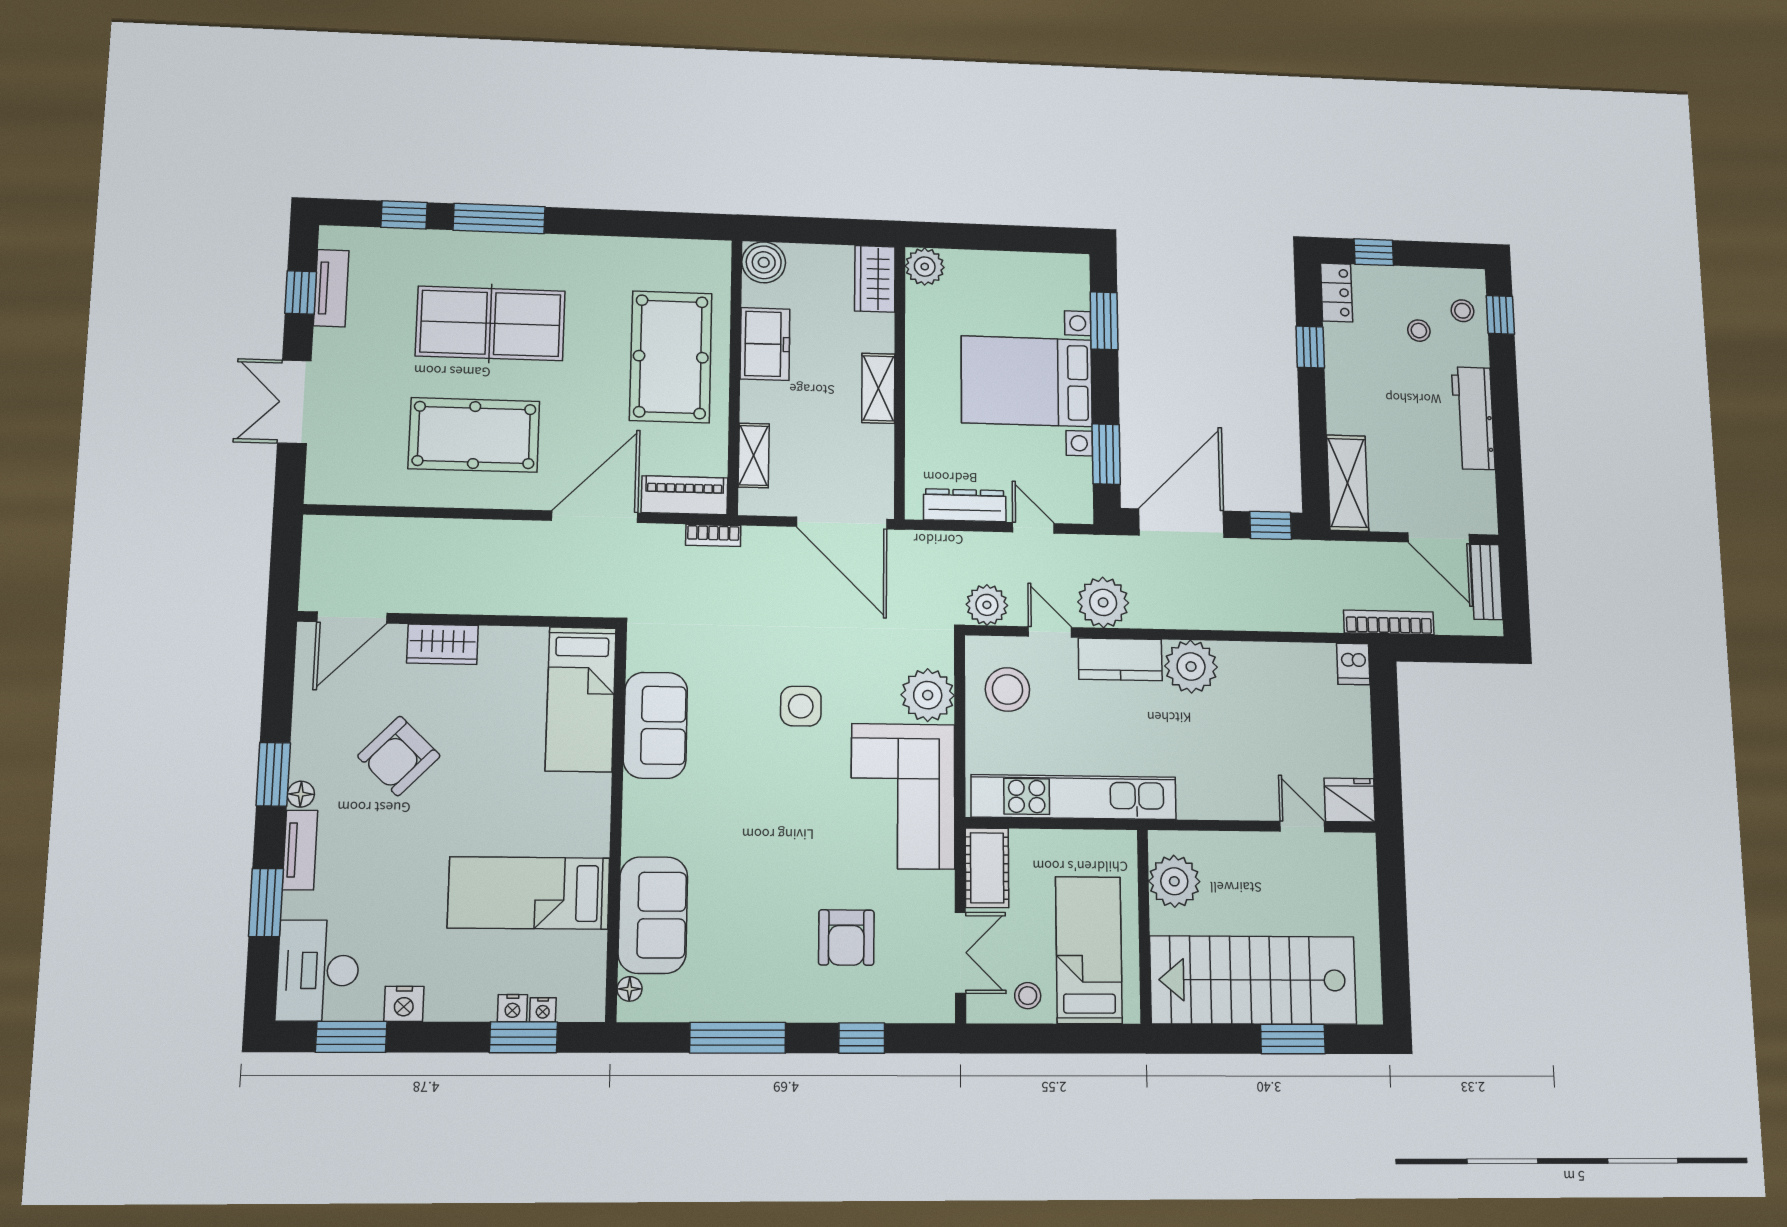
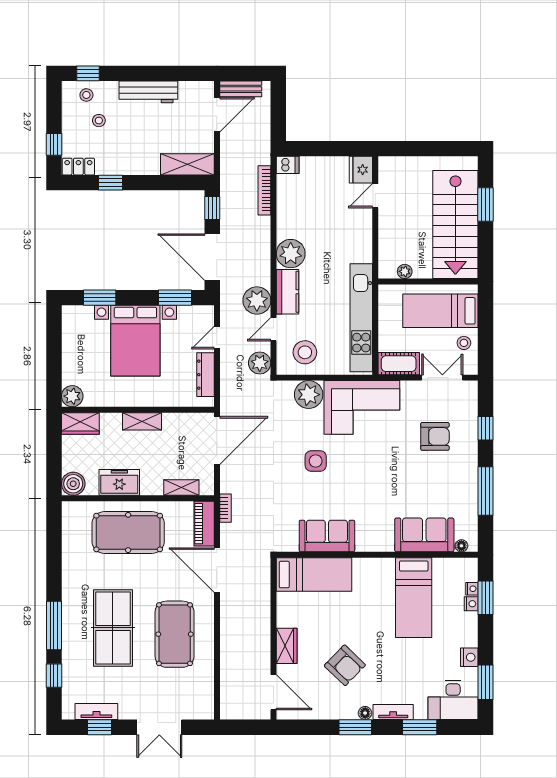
bookcase: (1389, 622) -> (264, 190), moved
plant: (1174, 881) -> (405, 271), width x0.53, depth x0.53

